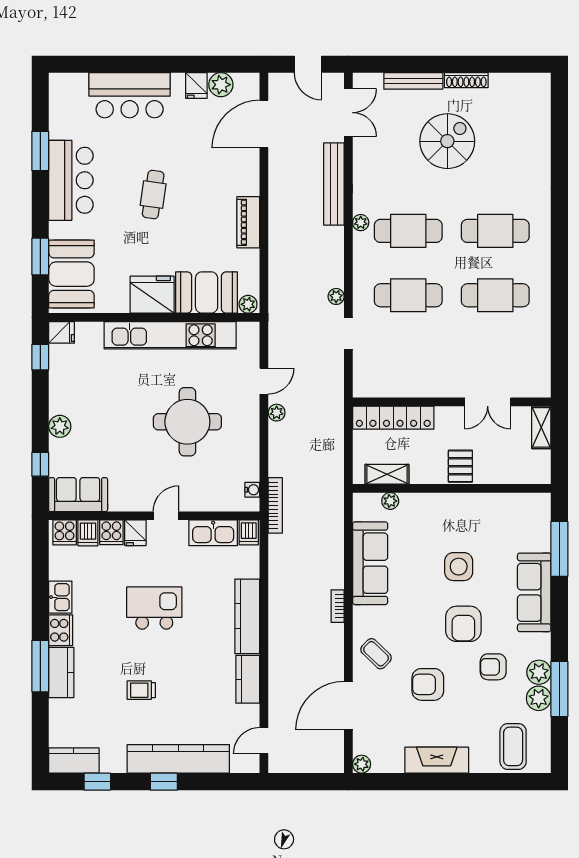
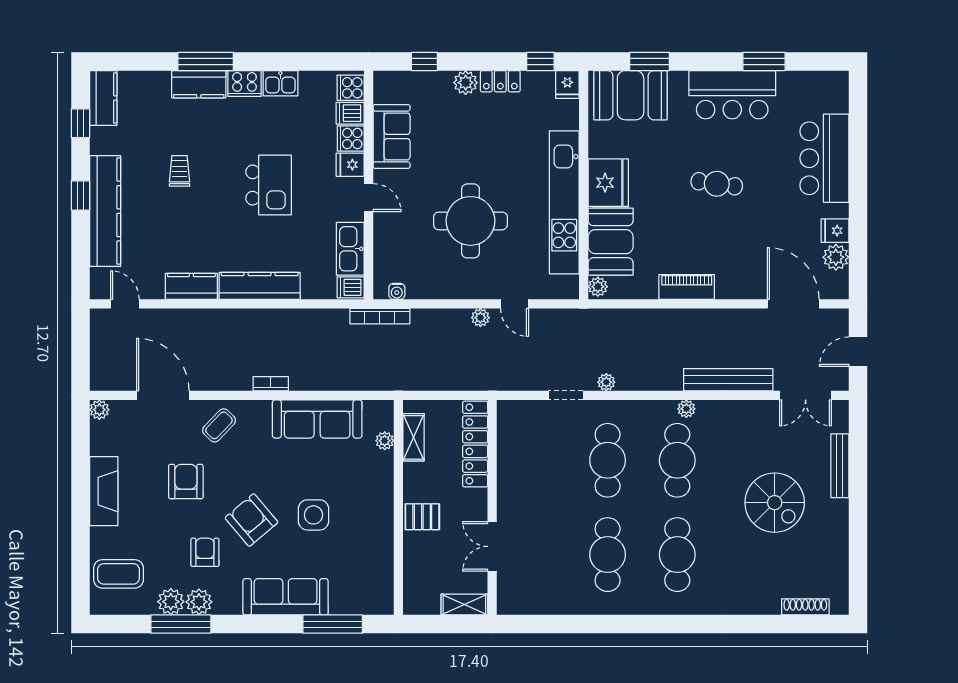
shoe rack: (466, 80) -> (805, 607), moved, turned 90
locker: (59, 394) -> (500, 81), added
sofa: (78, 495) -> (392, 136), moved
armchair: (463, 624) -> (251, 520), turned 50

